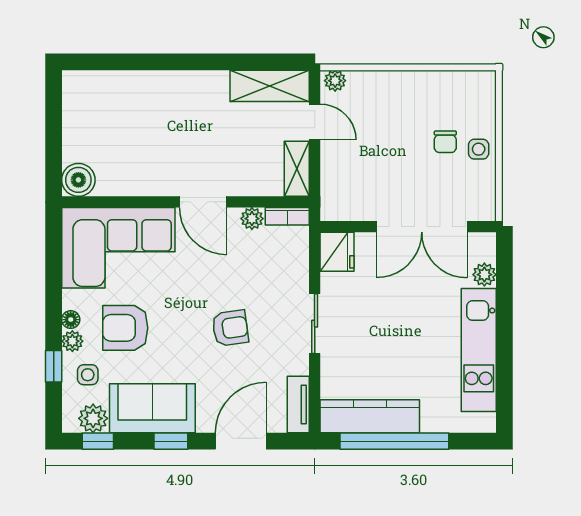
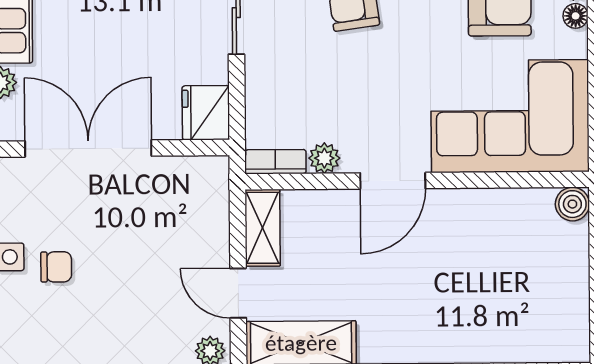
chair: (445, 142) -> (56, 267), turned 90
boiler: (78, 180) -> (572, 204), width x0.73, depth x0.73
door: (203, 202) -> (393, 181), swing flipped

